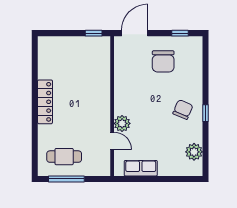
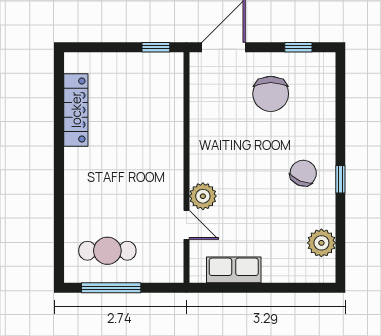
locker: (45, 102) -> (76, 110), moved

